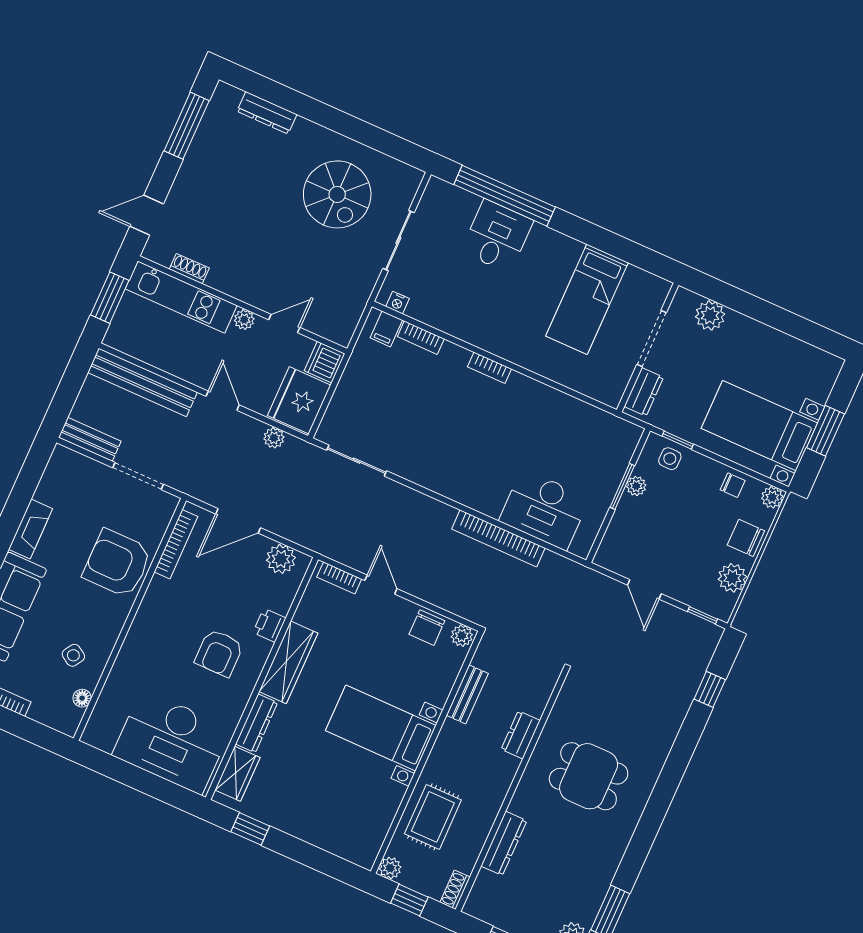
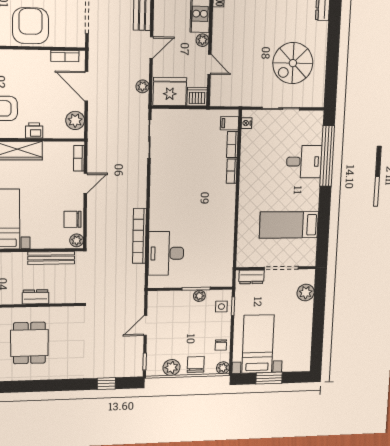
bookcase: (490, 368) -> (232, 171), moved
bookcase: (176, 544) -> (65, 56), width x0.64
bench: (467, 694) -> (51, 258), width x1.36

